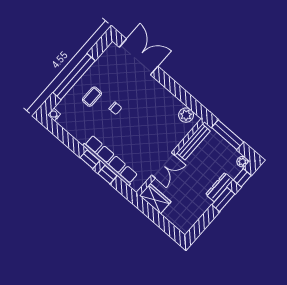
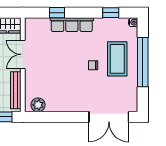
coffee table: (92, 97) -> (117, 59), width x1.86, depth x1.72
window: (90, 159) -> (111, 13), moved
row of seats: (110, 160) -> (72, 25), width x0.73

